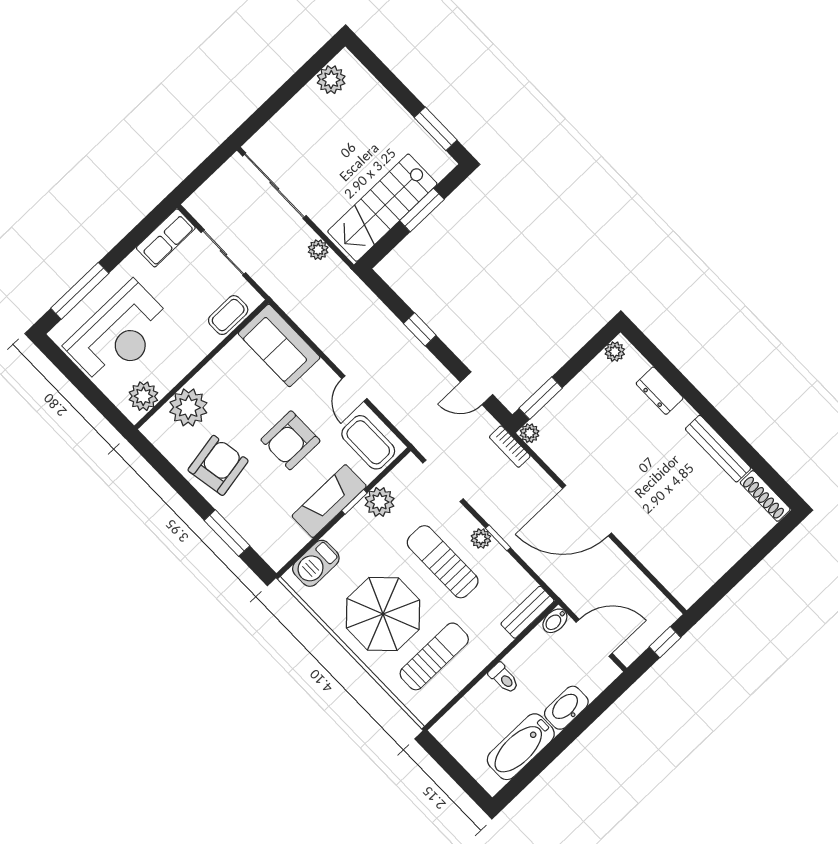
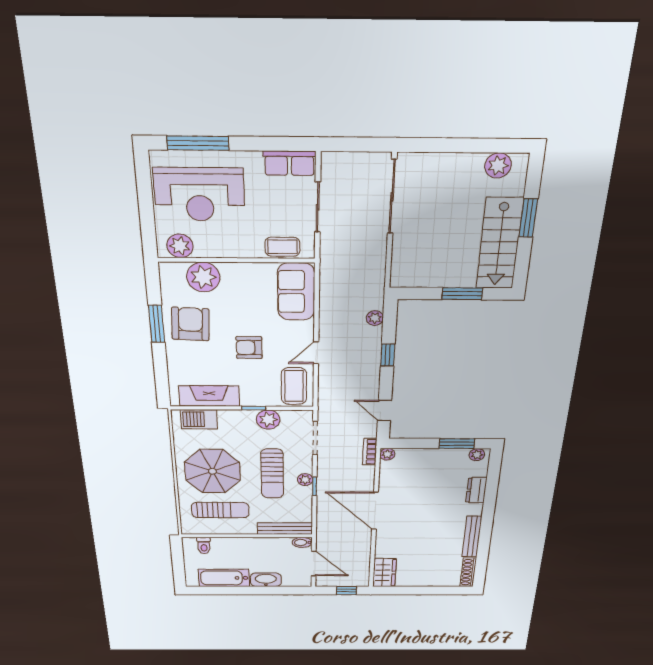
window: (436, 129) -> (528, 218), moved
stairs: (382, 208) -> (500, 244), moved, turned -90
plant: (318, 250) -> (375, 318), moved
window: (541, 398) -> (457, 444), moved
armchair: (290, 440) -> (249, 348), width x0.72, depth x0.72
armchair: (218, 465) -> (190, 324), turned -77
fireplace: (329, 501) -> (209, 396), moved
window: (227, 533) -> (157, 324), moved
sun lounger: (443, 562) -> (272, 474), turned 180
wardrobe: (679, 580) -> (384, 573), added
bench: (527, 612) -> (285, 529), width x1.36
toilet: (504, 678) -> (204, 546), moved

